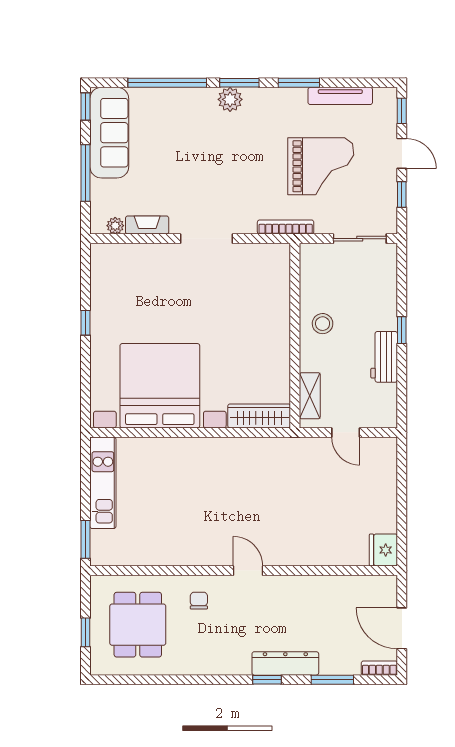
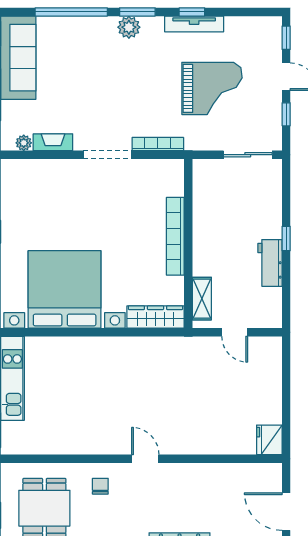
window: (299, 83) -> (192, 12), width x0.67
tv unit: (340, 96) -> (194, 24), moved
bookcase: (286, 227) -> (158, 144), moved
stool: (323, 324) -> (214, 233), removed
bookcase: (281, 328) -> (175, 236), added

